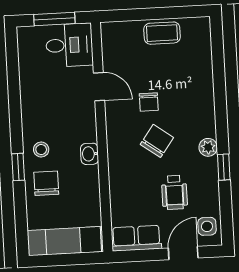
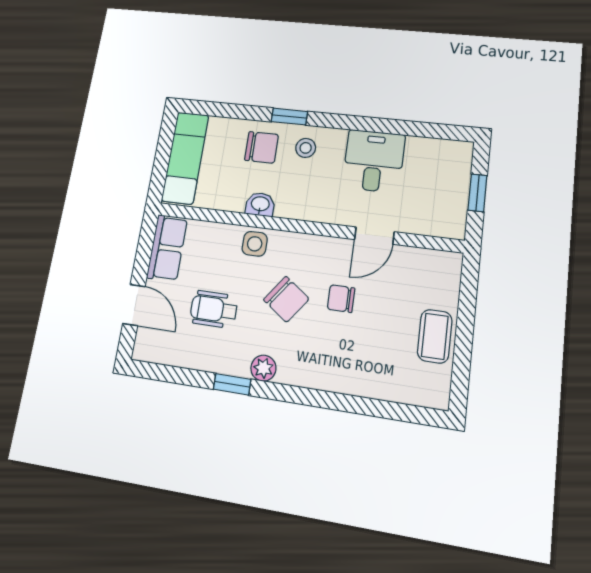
window: (54, 19) -> (477, 193), width x0.67
desk: (69, 45) -> (374, 161), moved, turned 180
washbasin: (90, 154) -> (260, 204), moved
side table: (207, 226) -> (255, 244), moved

